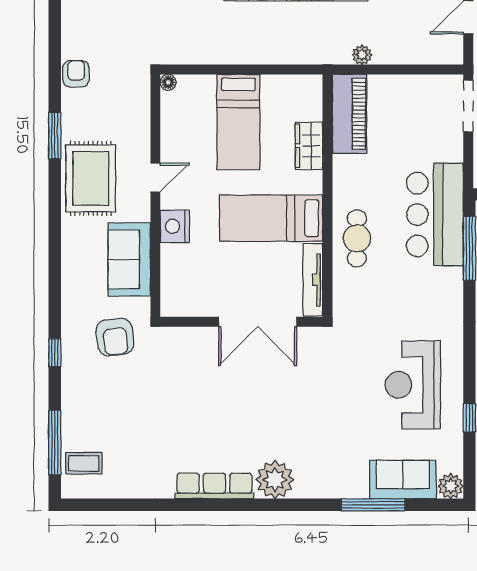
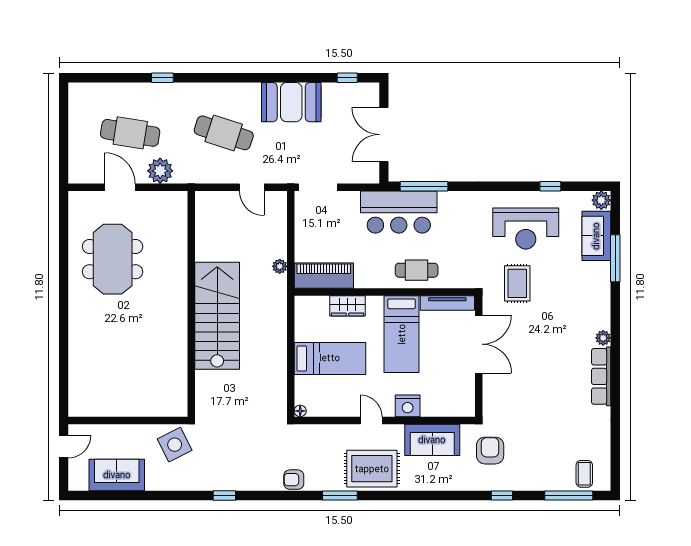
armchair: (115, 337) -> (490, 451), turned -83
rug: (339, 373) -> (517, 283), added
plant: (275, 480) -> (603, 338), width x0.53, depth x0.53

